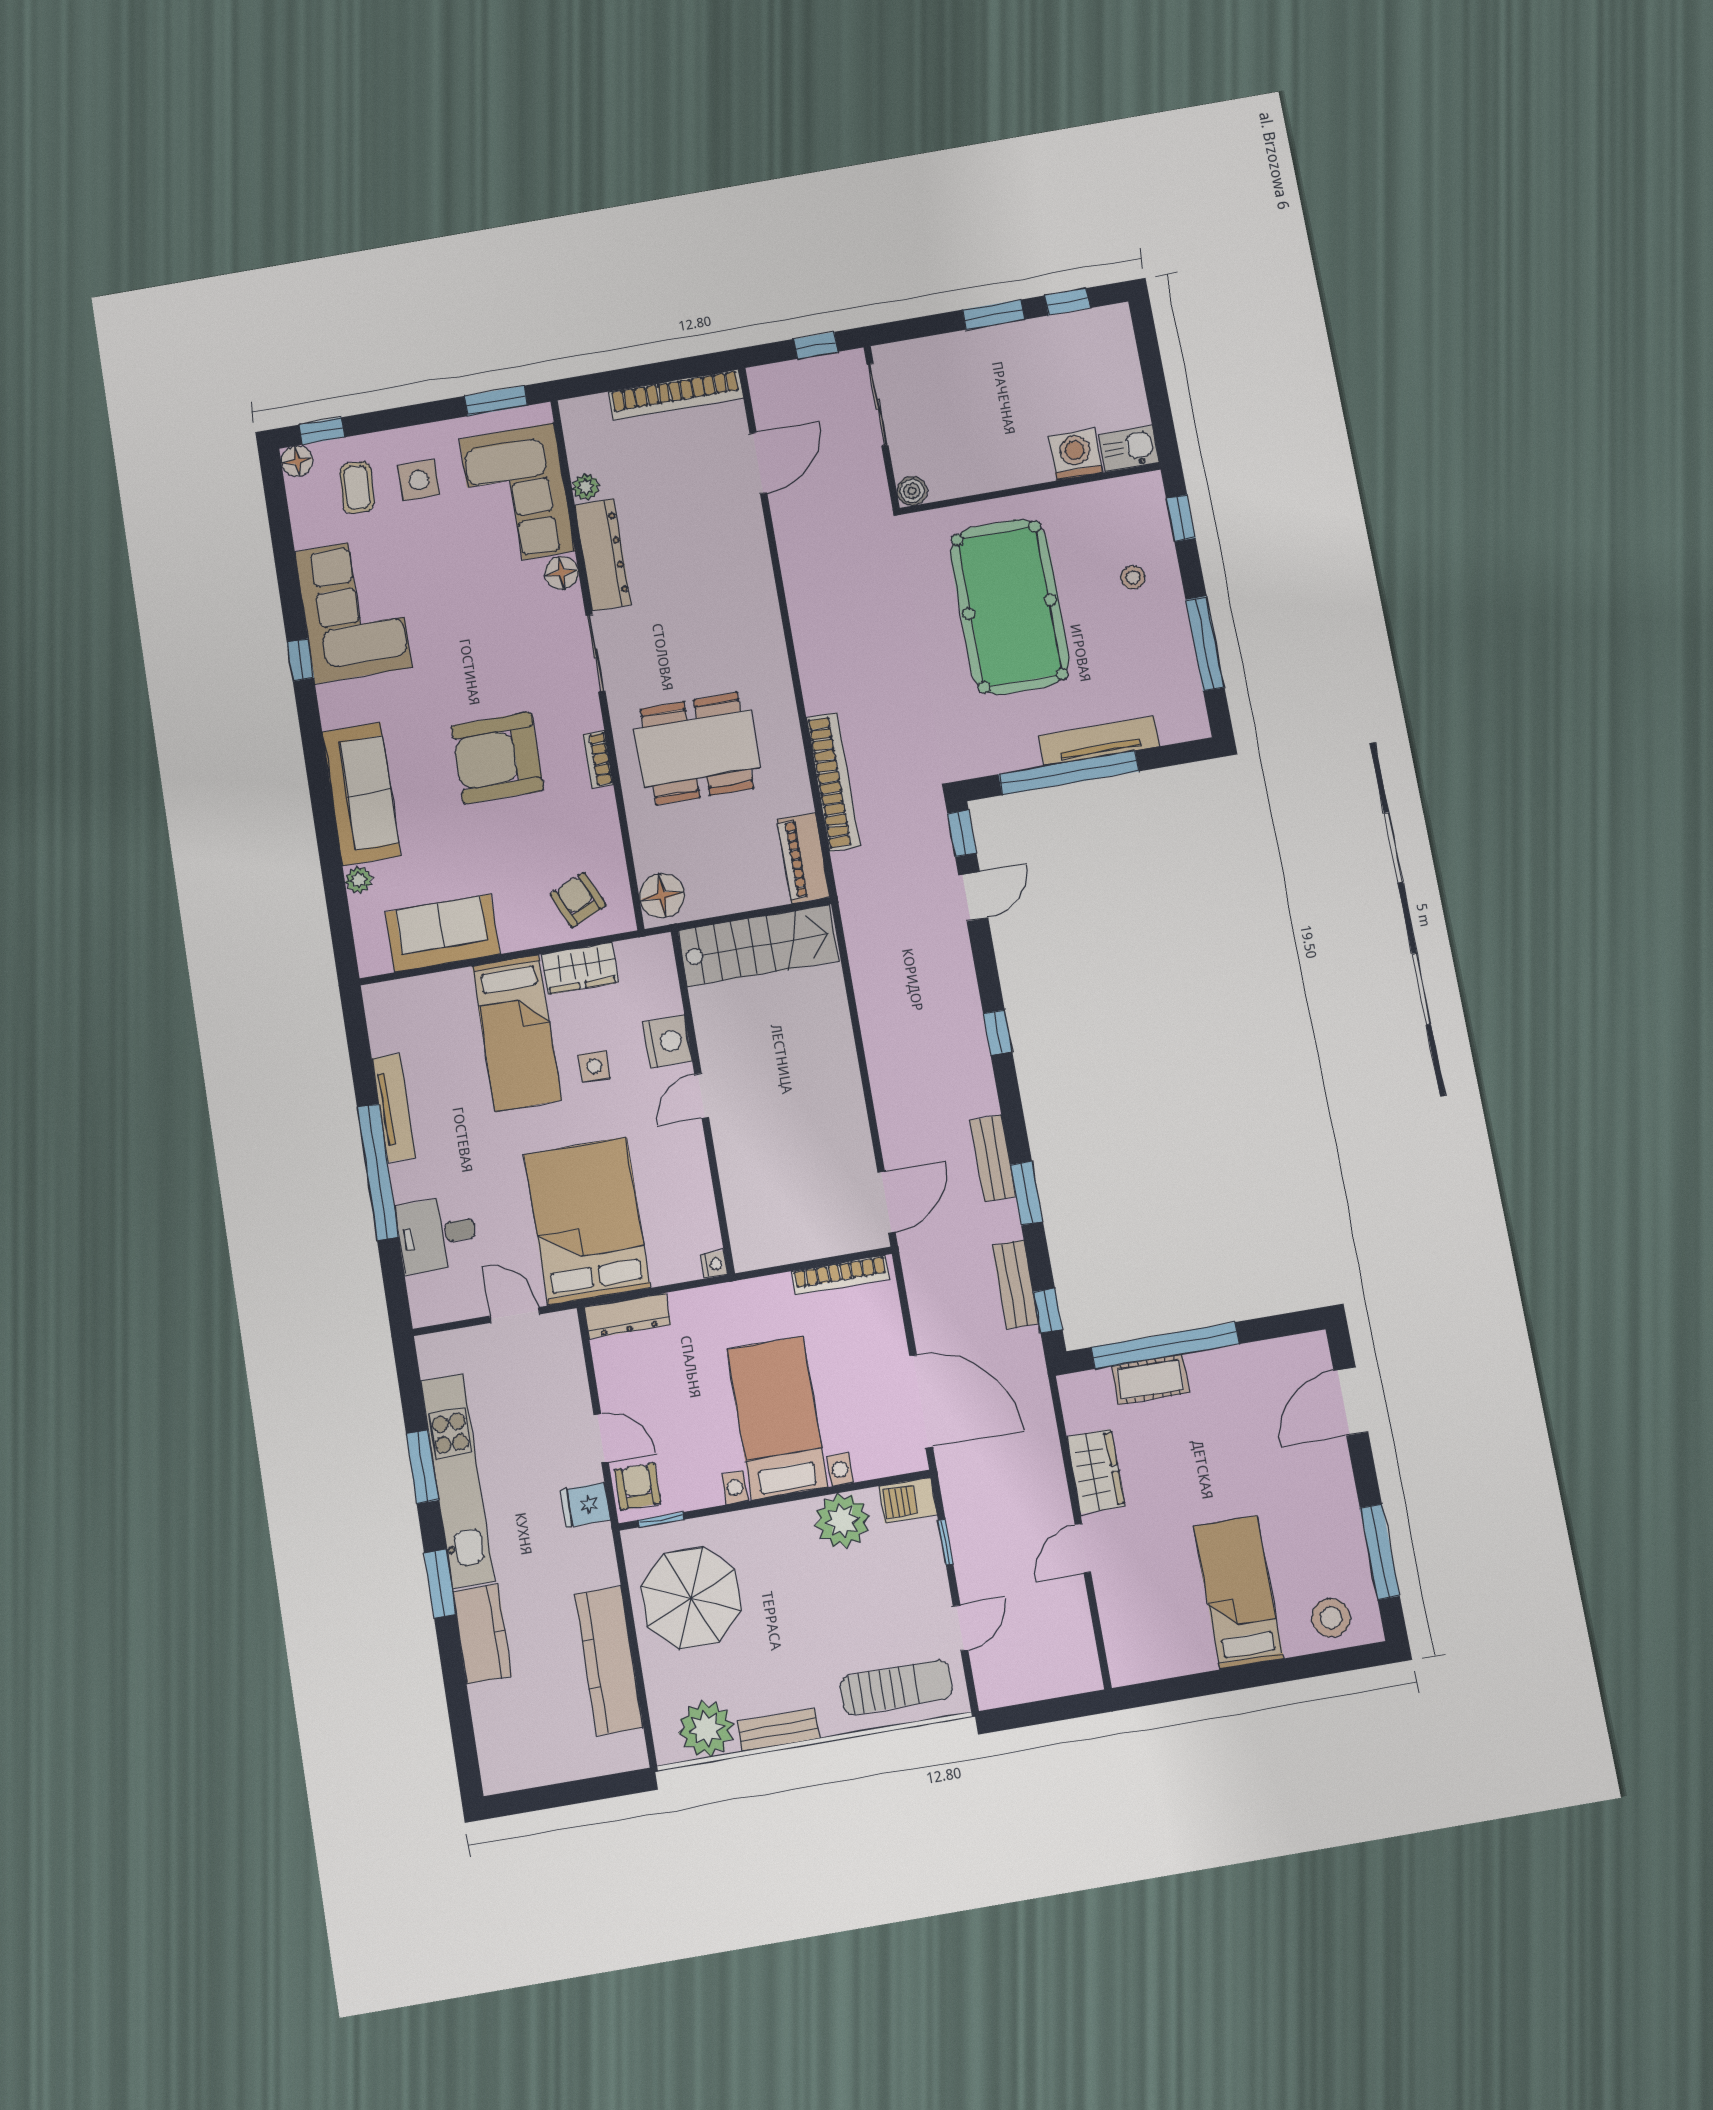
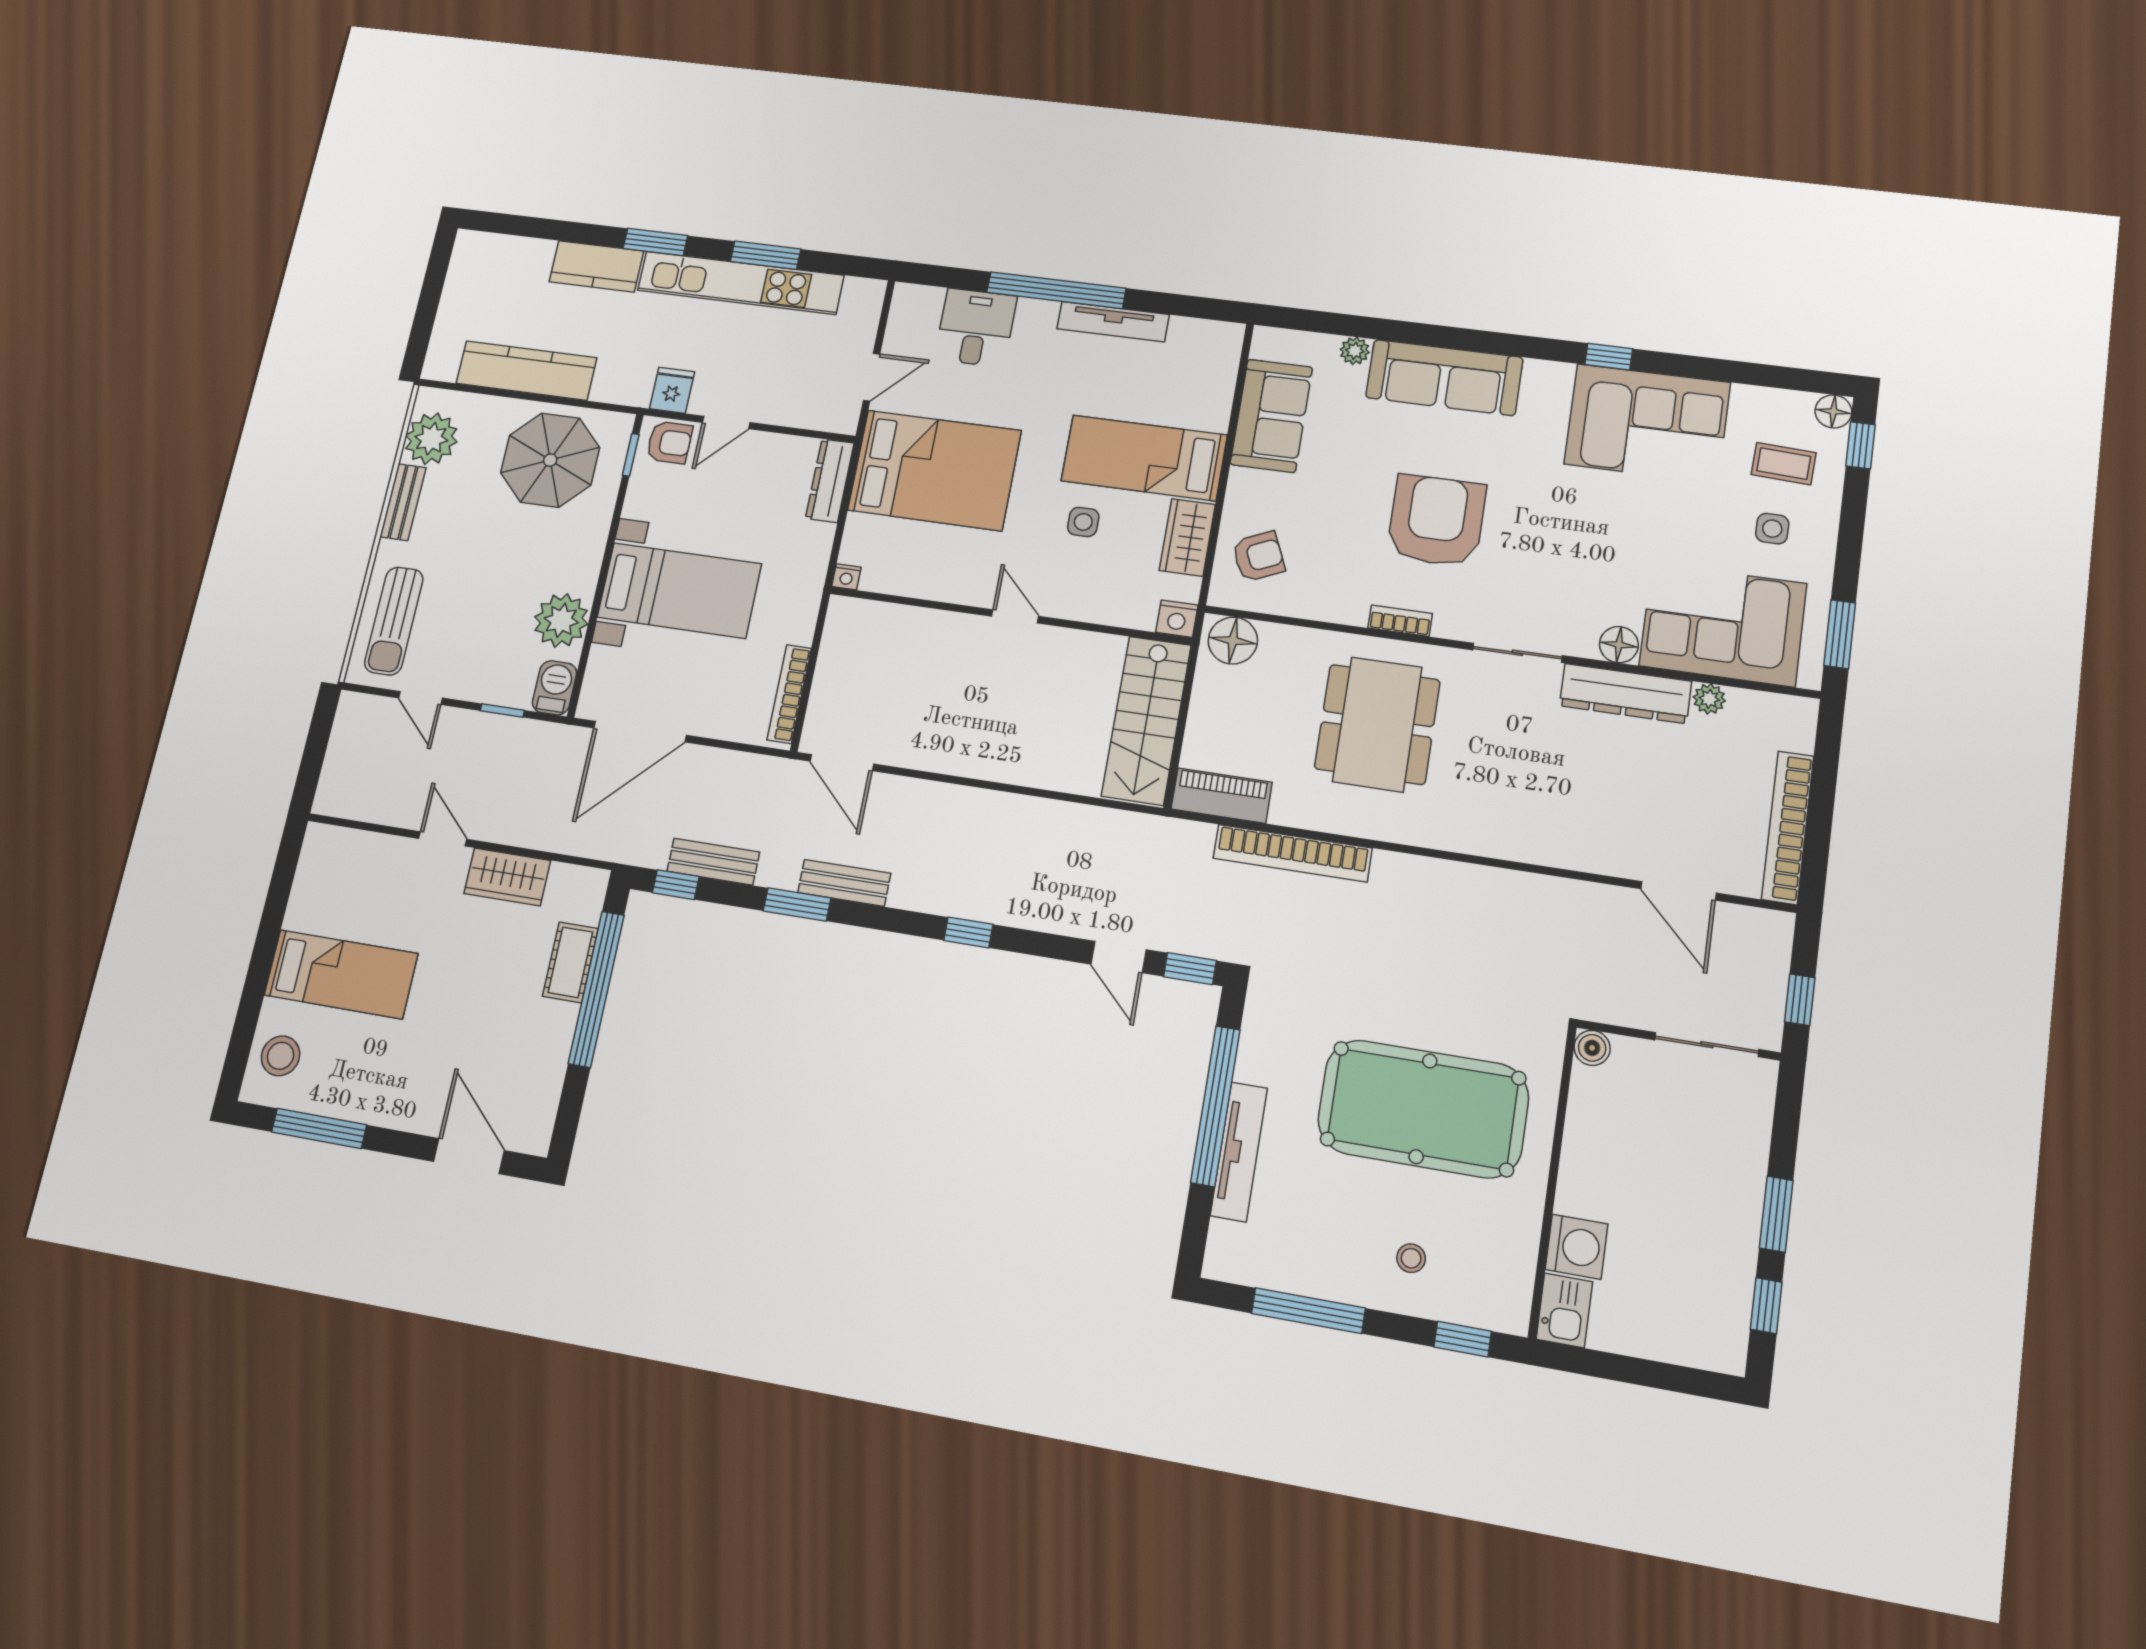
side table: (419, 480) -> (1772, 529), width x0.73, depth x0.73
nightstand: (667, 1041) -> (1177, 619), moved, width x0.74, depth x0.75

